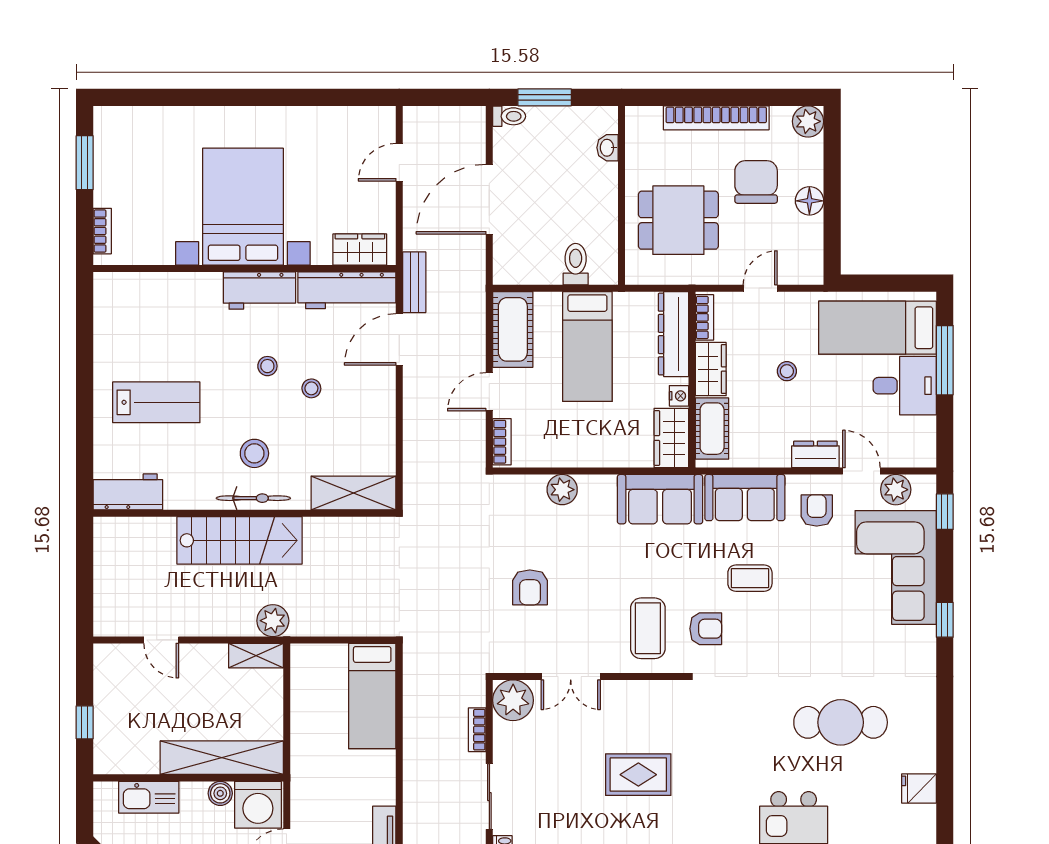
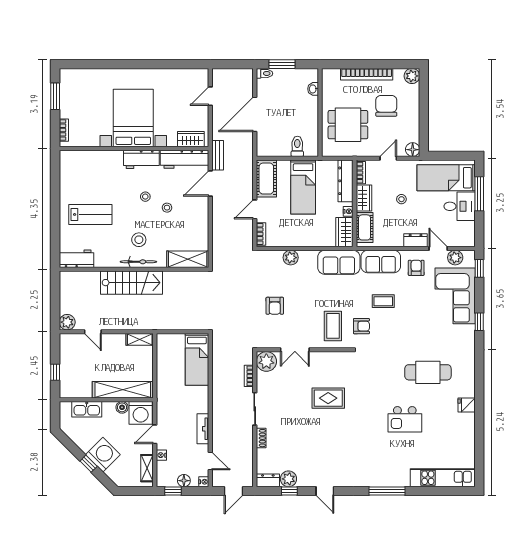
floor lamp: (809, 201) -> (413, 150), moved
plant: (273, 621) -> (67, 322), moved

